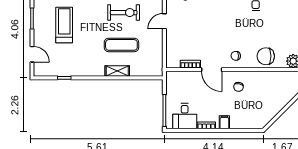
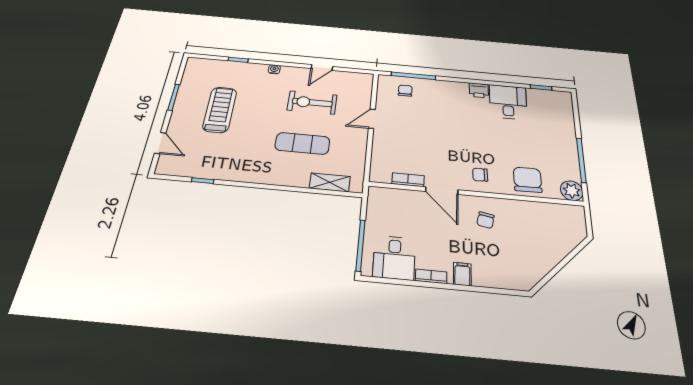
exercise bike: (124, 13) -> (312, 103), turned 180
chair: (266, 56) -> (528, 180), turned 89
shelving: (117, 71) -> (330, 182), moved

